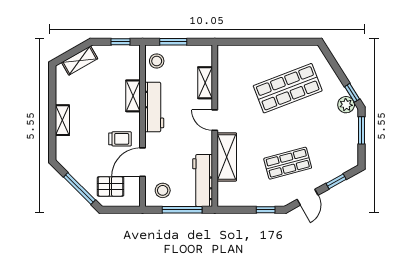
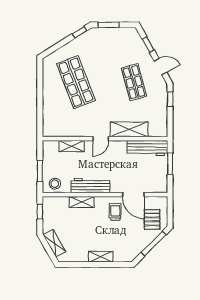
plant: (346, 105) -> (89, 37), removed
stool: (163, 190) -> (155, 179), removed
window: (182, 210) -> (170, 164), width x0.69

